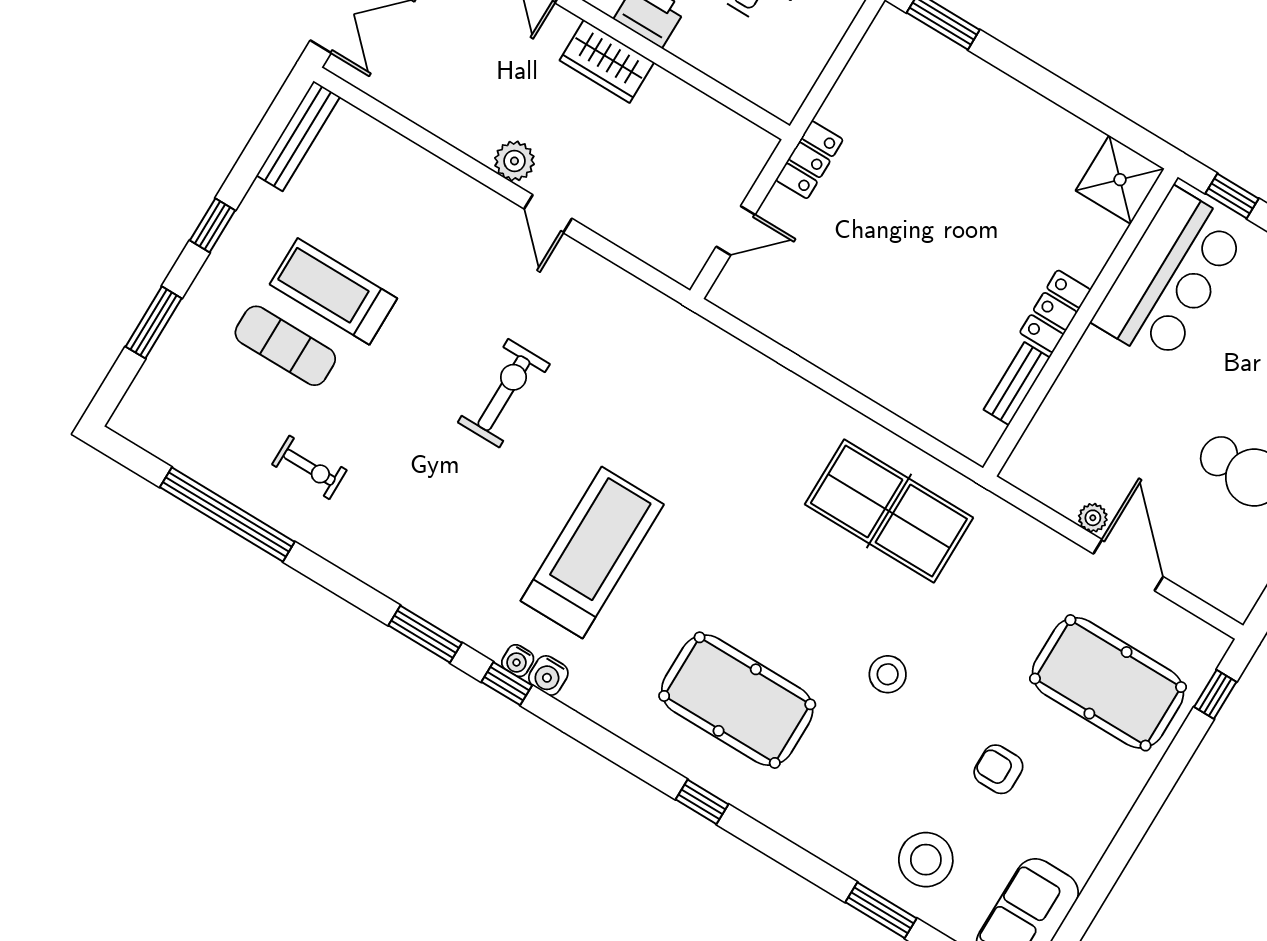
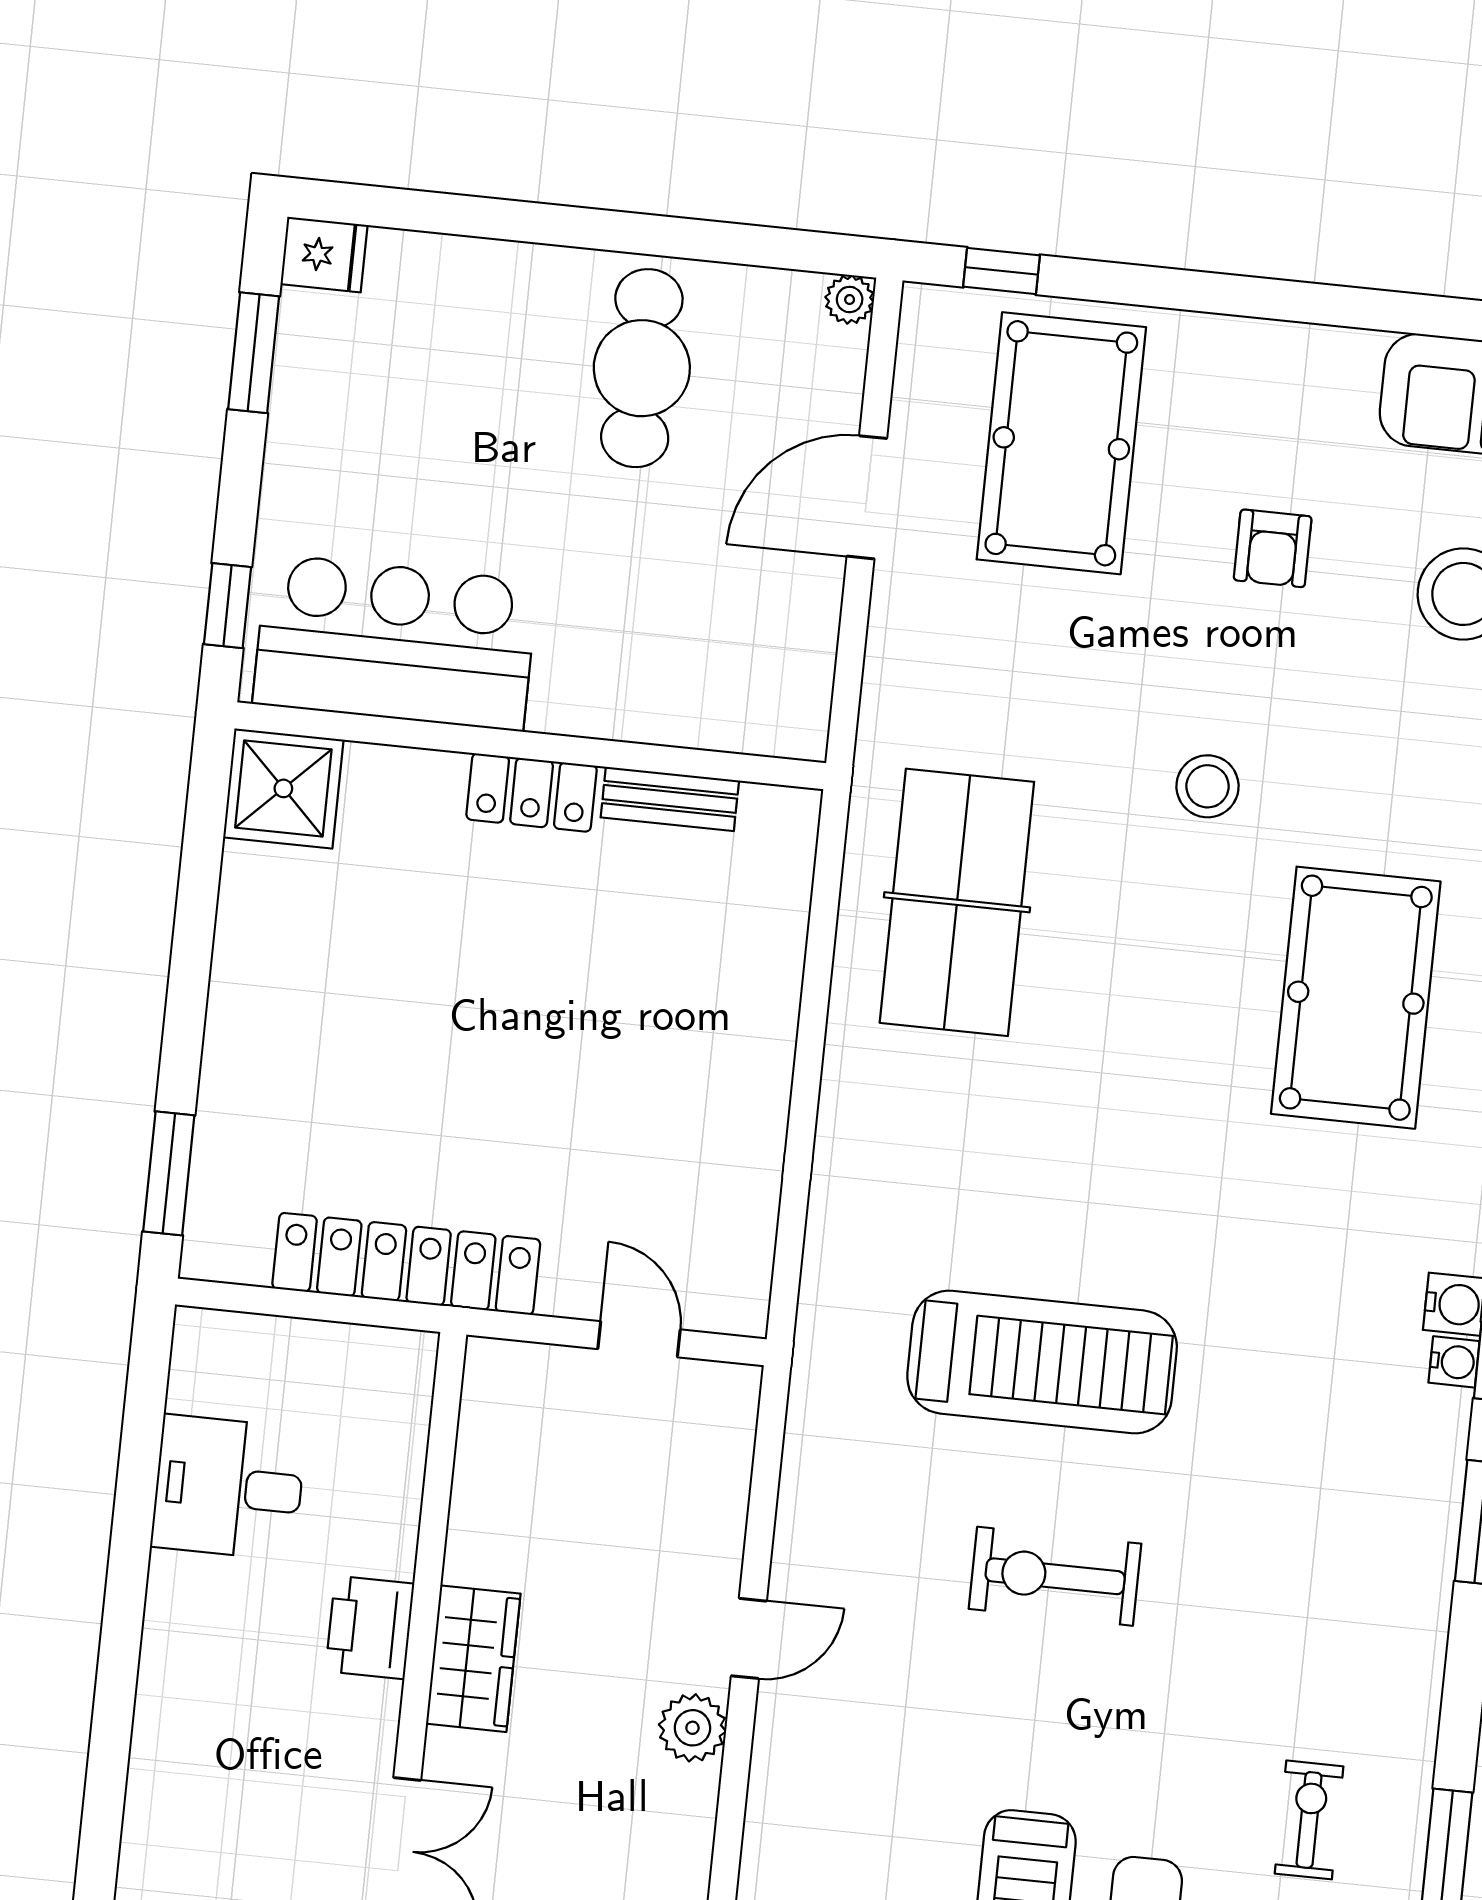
locker: (809, 160) -> (406, 1264), width x2.16, depth x1.21
plant: (1093, 518) -> (850, 300), moved
treadmill: (592, 553) -> (1042, 1362), moved, turned 180

